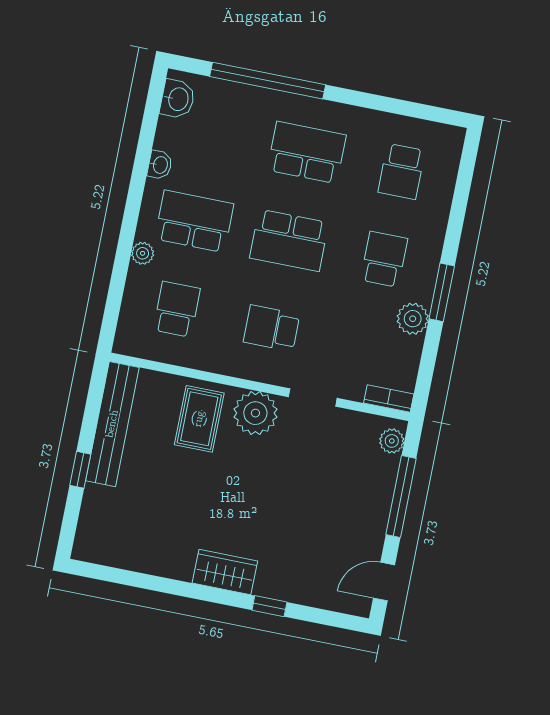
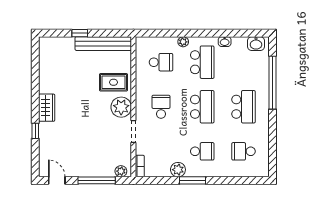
school desk: (289, 240) -> (202, 107), turned 180

